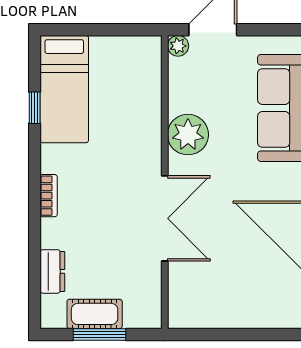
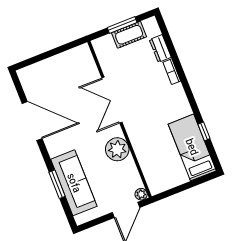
bookcase: (49, 196) -> (172, 72), moved

